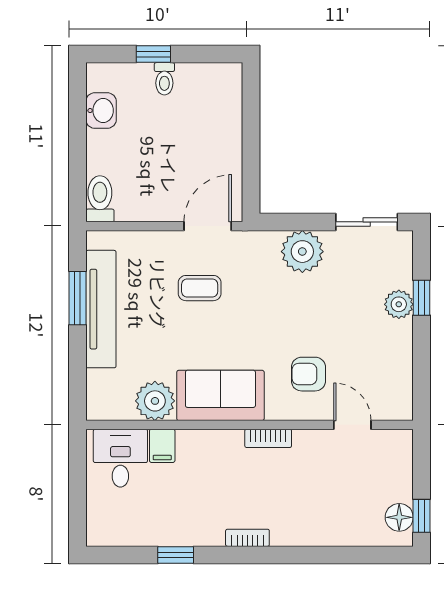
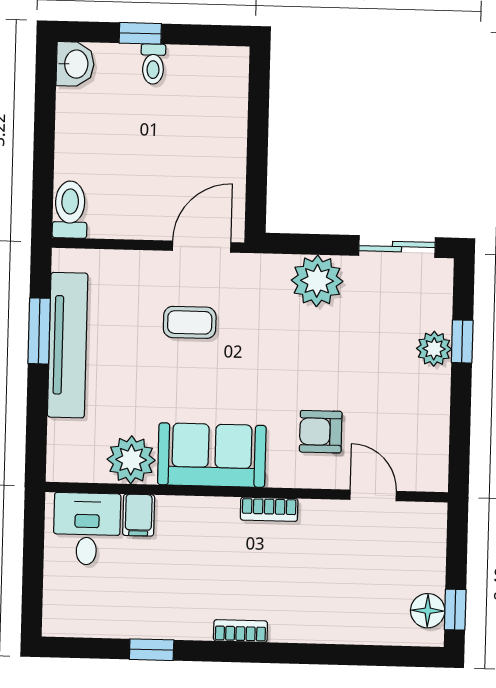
washbasin: (101, 111) -> (75, 64), moved

